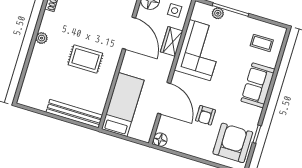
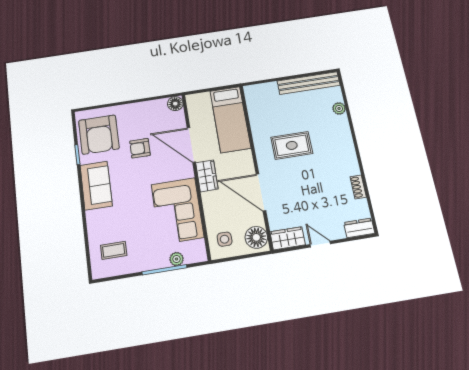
plant: (42, 38) -> (339, 108), moved
wardrobe: (172, 41) -> (207, 176), moved
sofa: (258, 85) -> (96, 186), moved
bench: (74, 114) -> (309, 83), moved
armchair: (205, 115) -> (140, 148), turned -90

